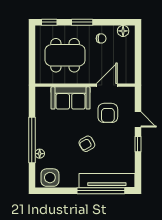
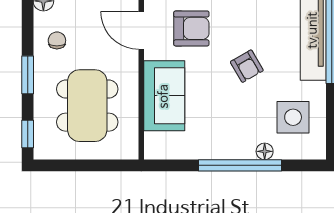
side table: (50, 178) -> (293, 117), moved

